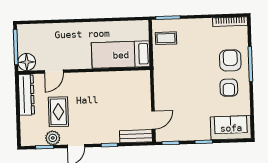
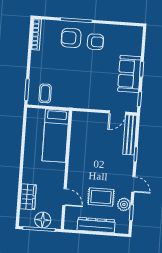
wardrobe: (50, 31) -> (28, 197), added
floor lamp: (27, 62) -> (43, 220), moved
dresser: (26, 95) -> (96, 225), moved
door: (153, 120) -> (117, 113), swing flipped
sofa: (231, 128) -> (129, 74), moved
bench: (136, 136) -> (130, 135), width x1.36

